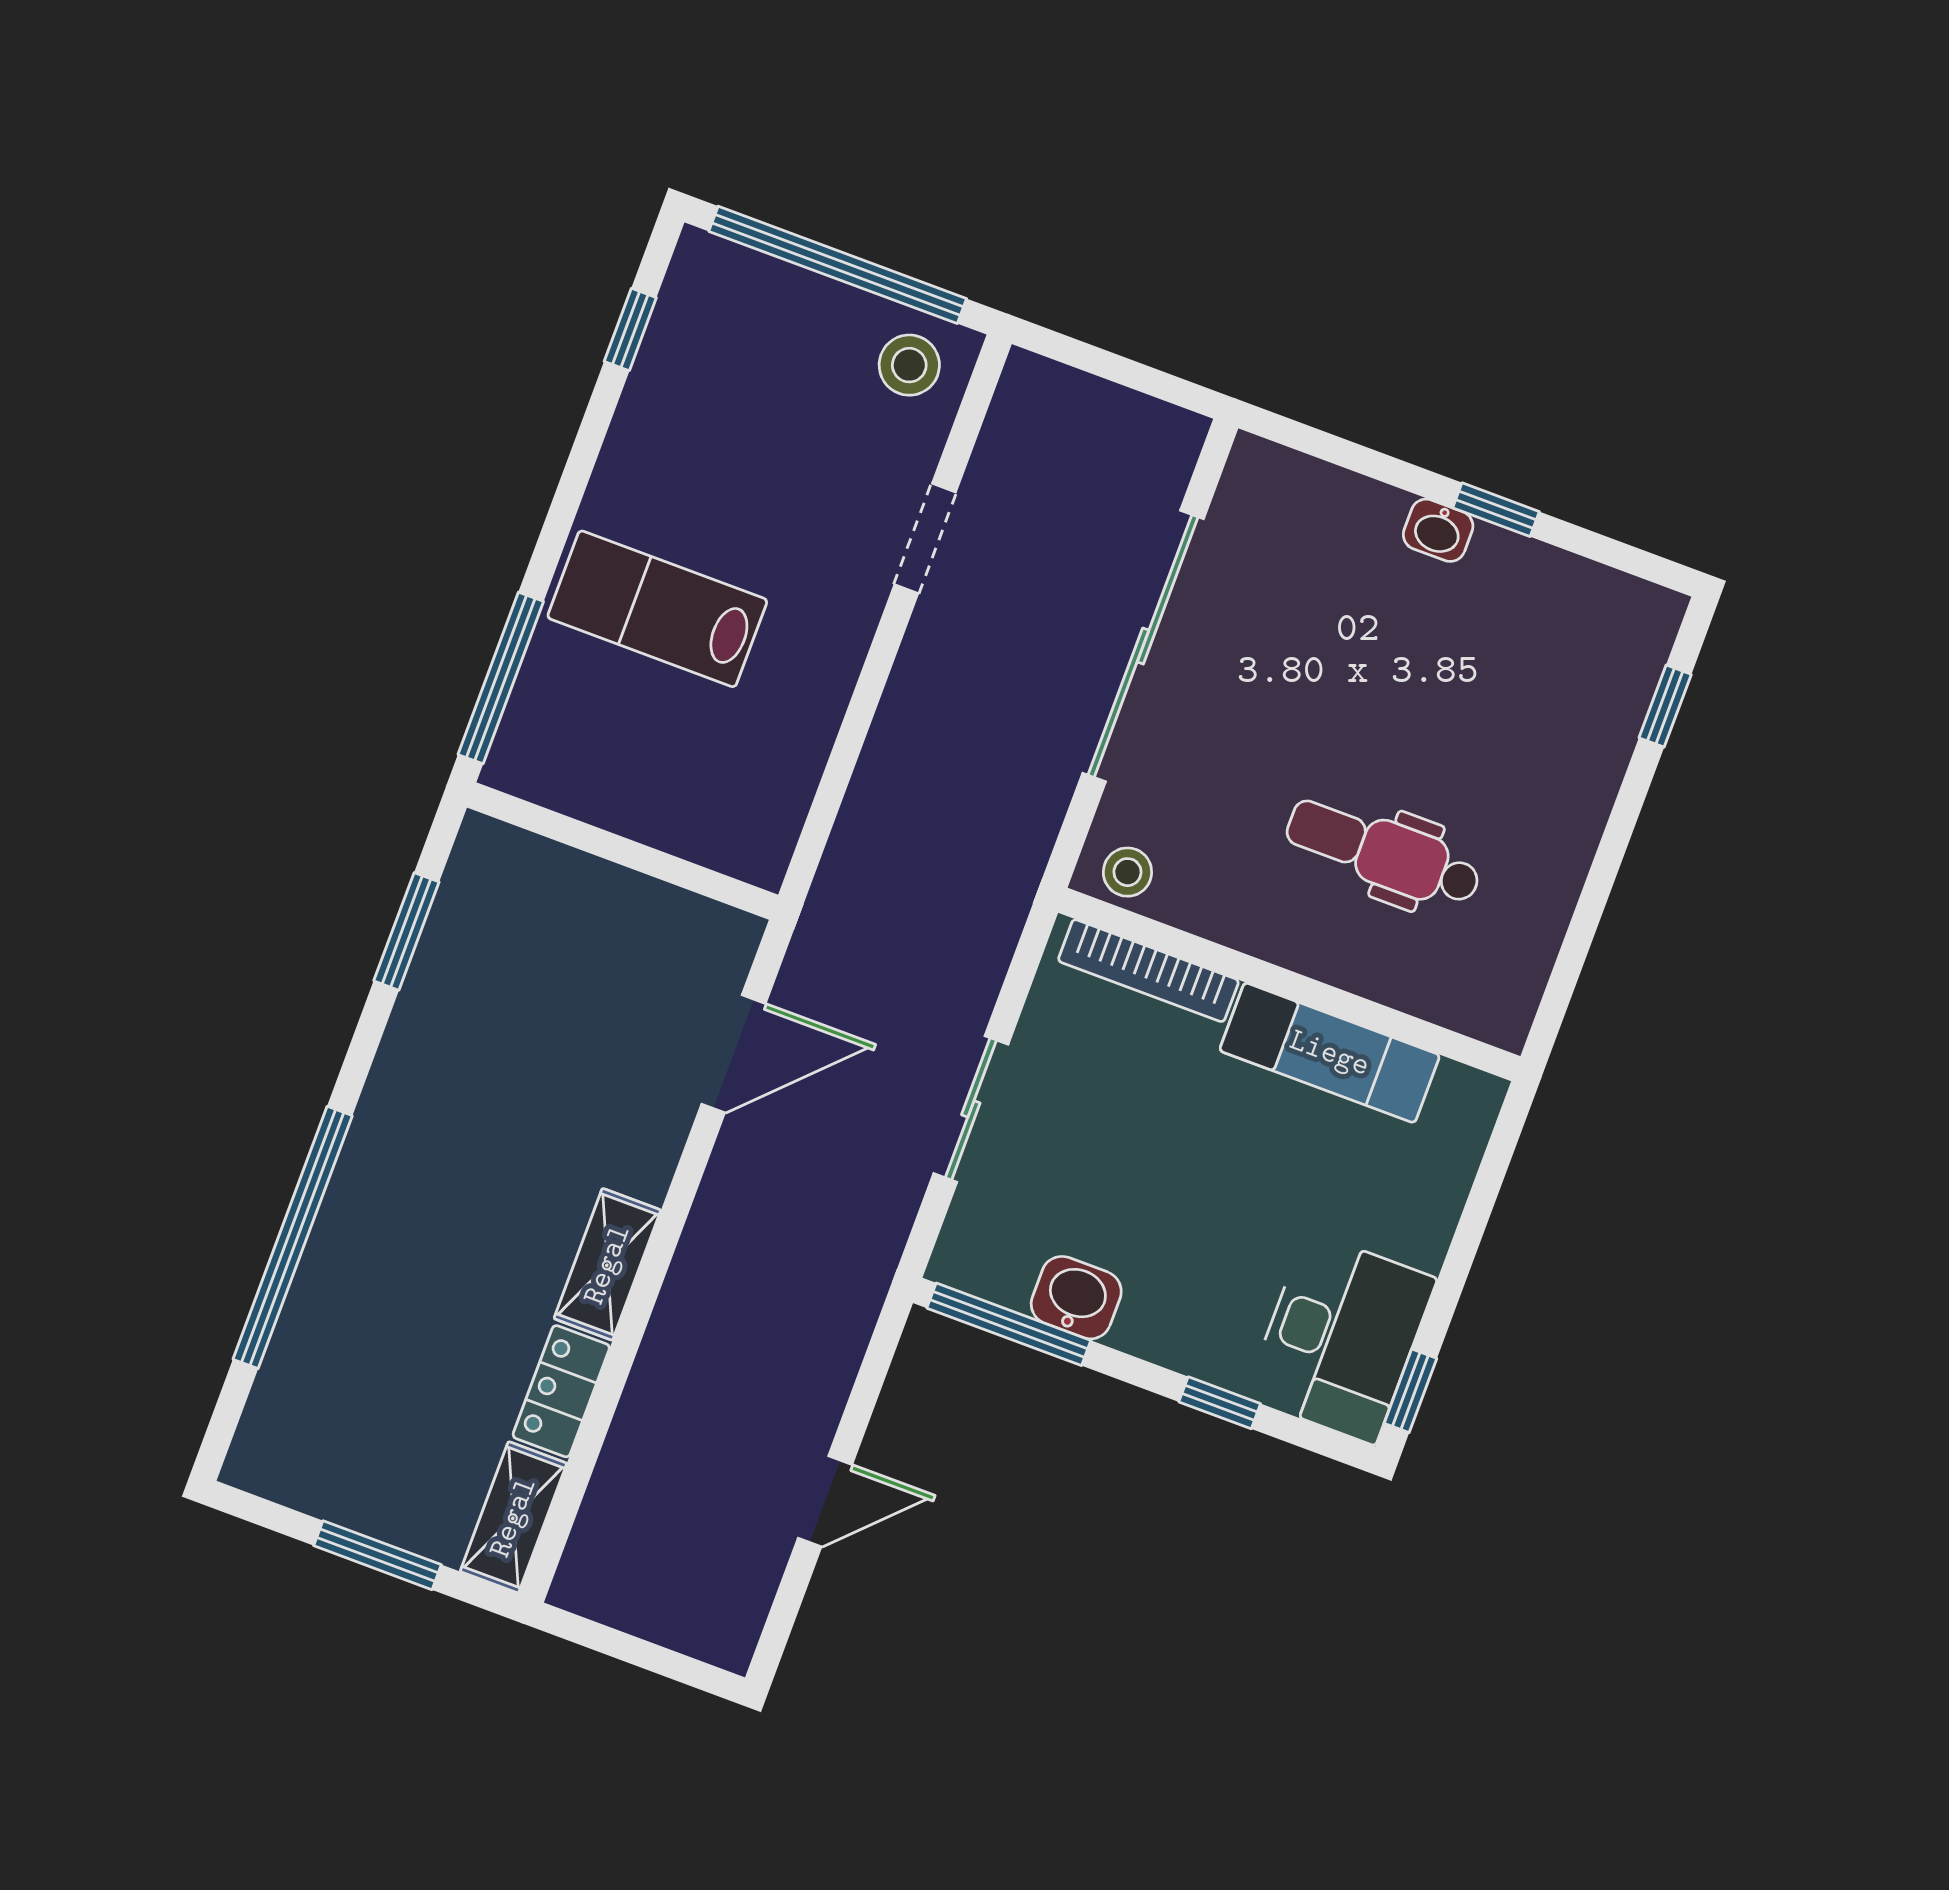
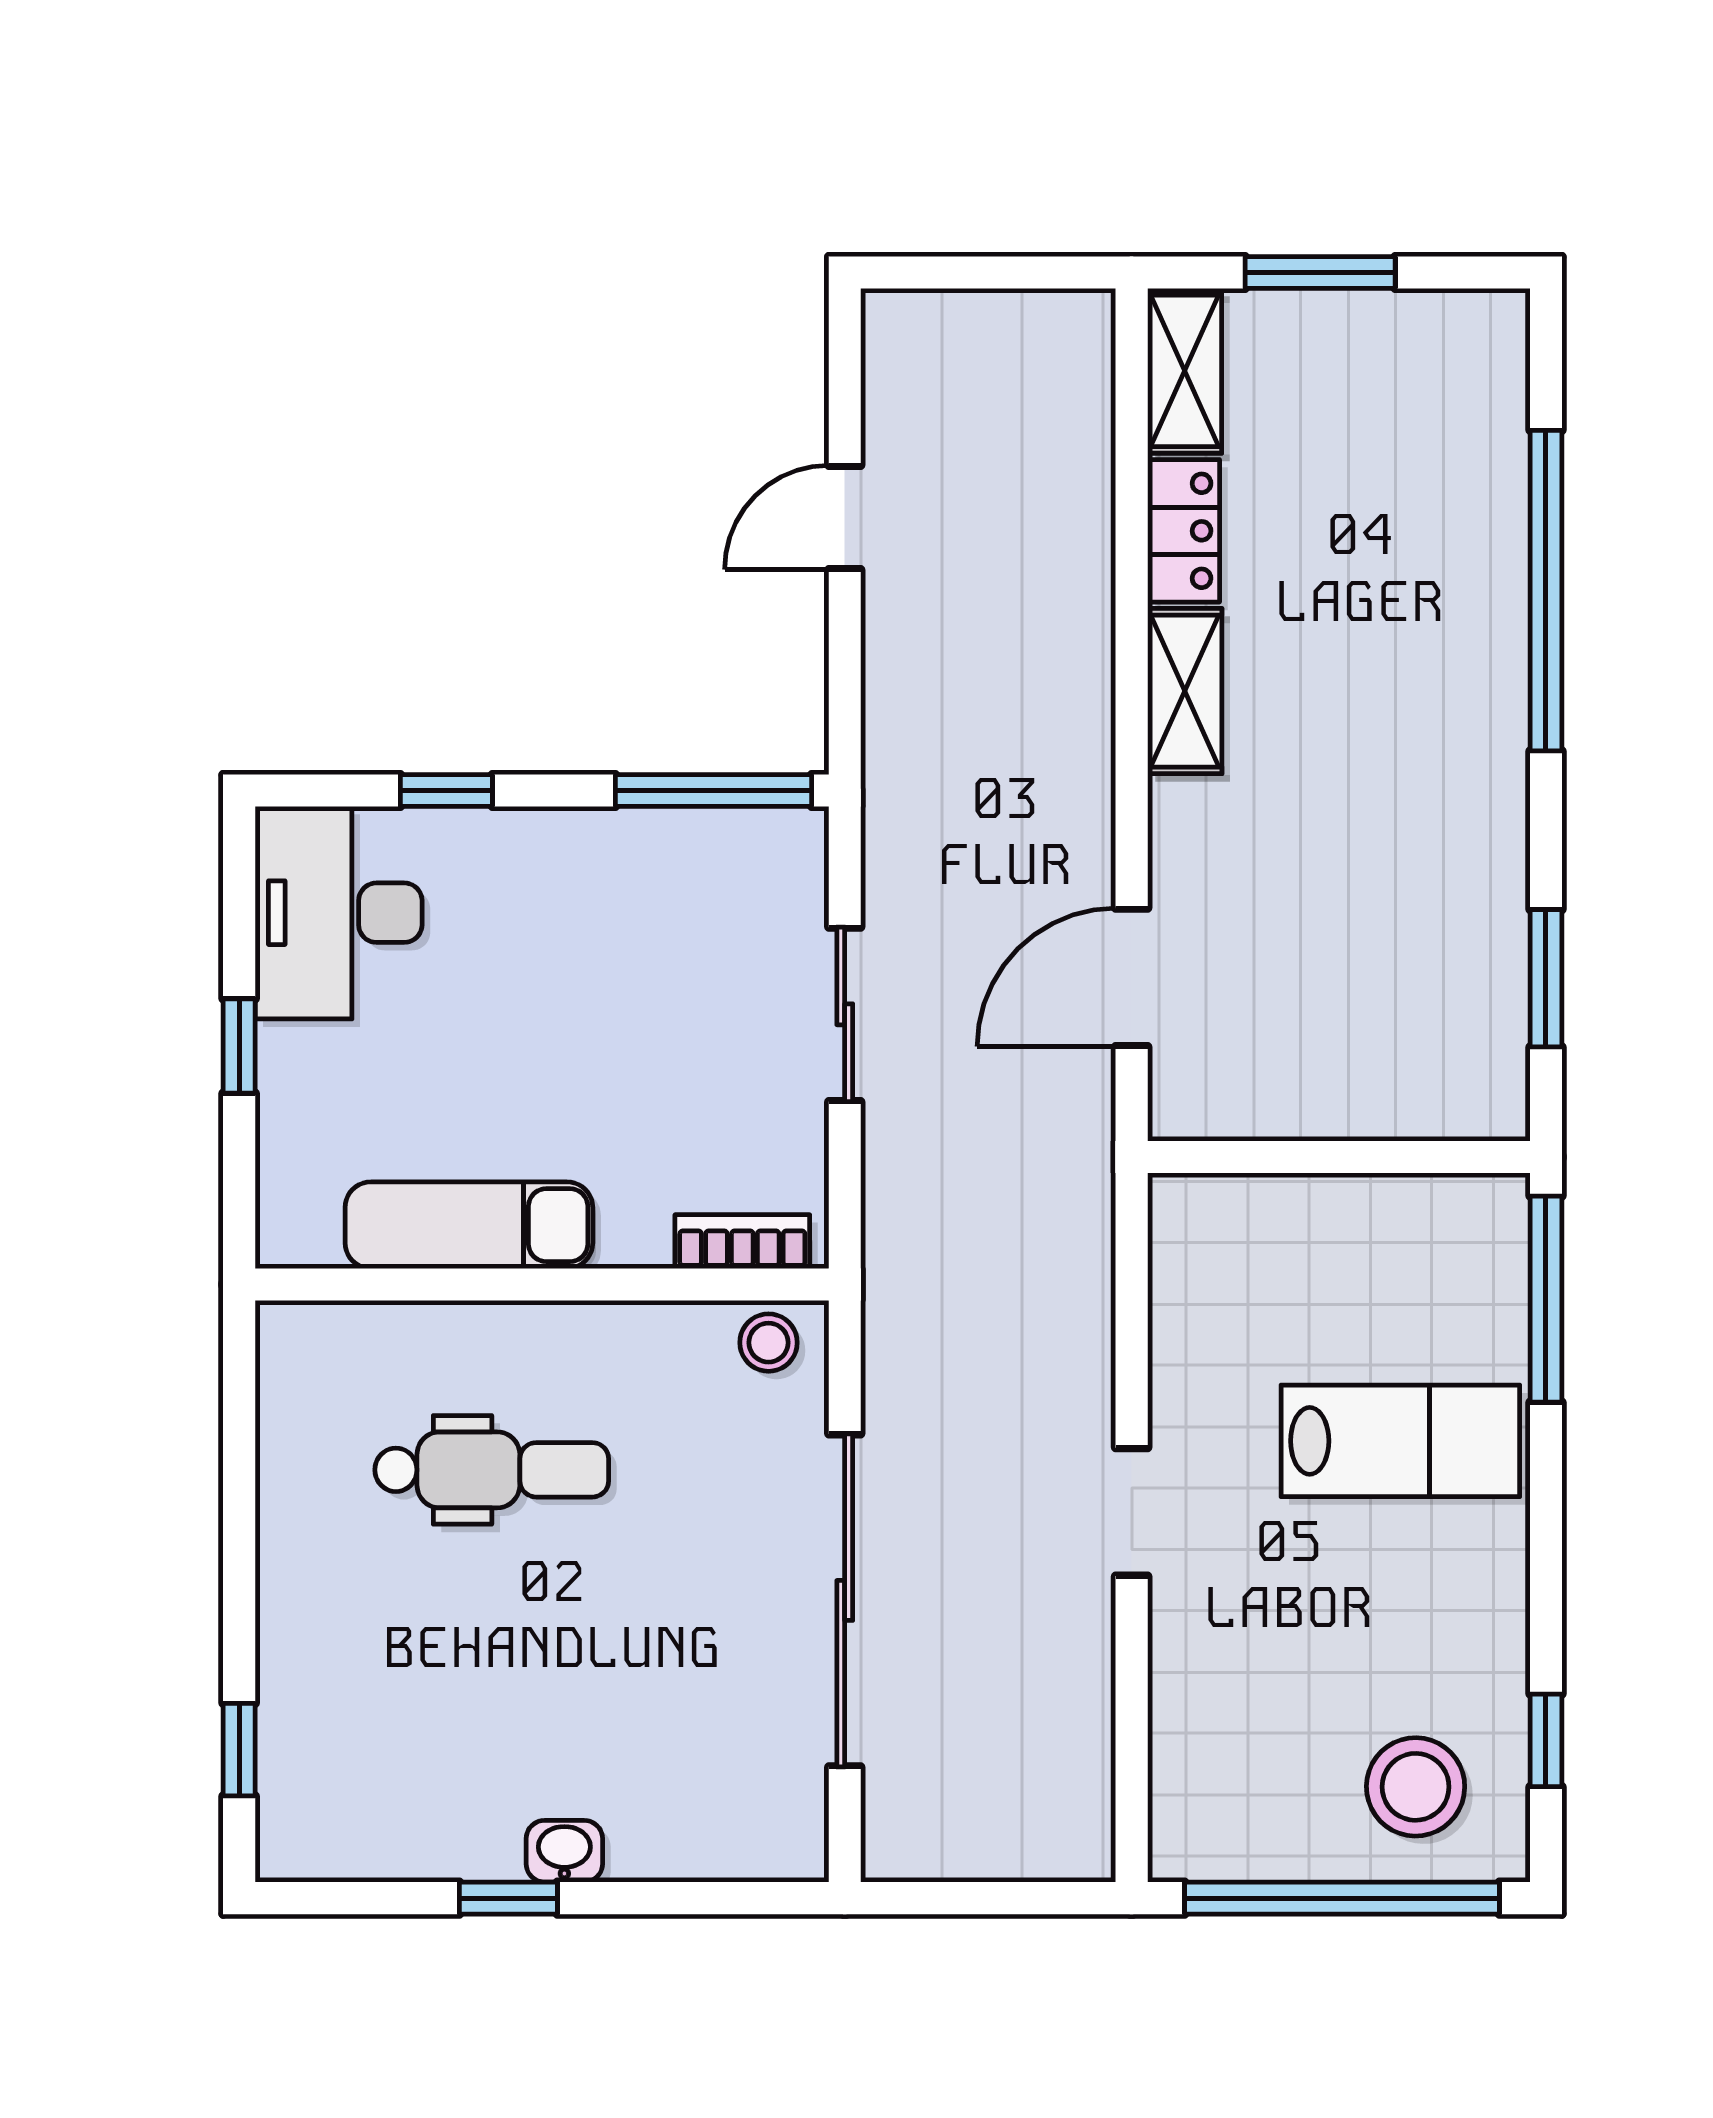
stool: (909, 365) -> (1416, 1787), moved, width x1.38, depth x1.38
doorway: (925, 538) -> (1132, 1512), moved
bookcase: (1148, 971) -> (742, 1242), width x0.64
washbasin: (1076, 1298) -> (649, 848), removed
window: (1410, 1391) -> (239, 1046), moved

